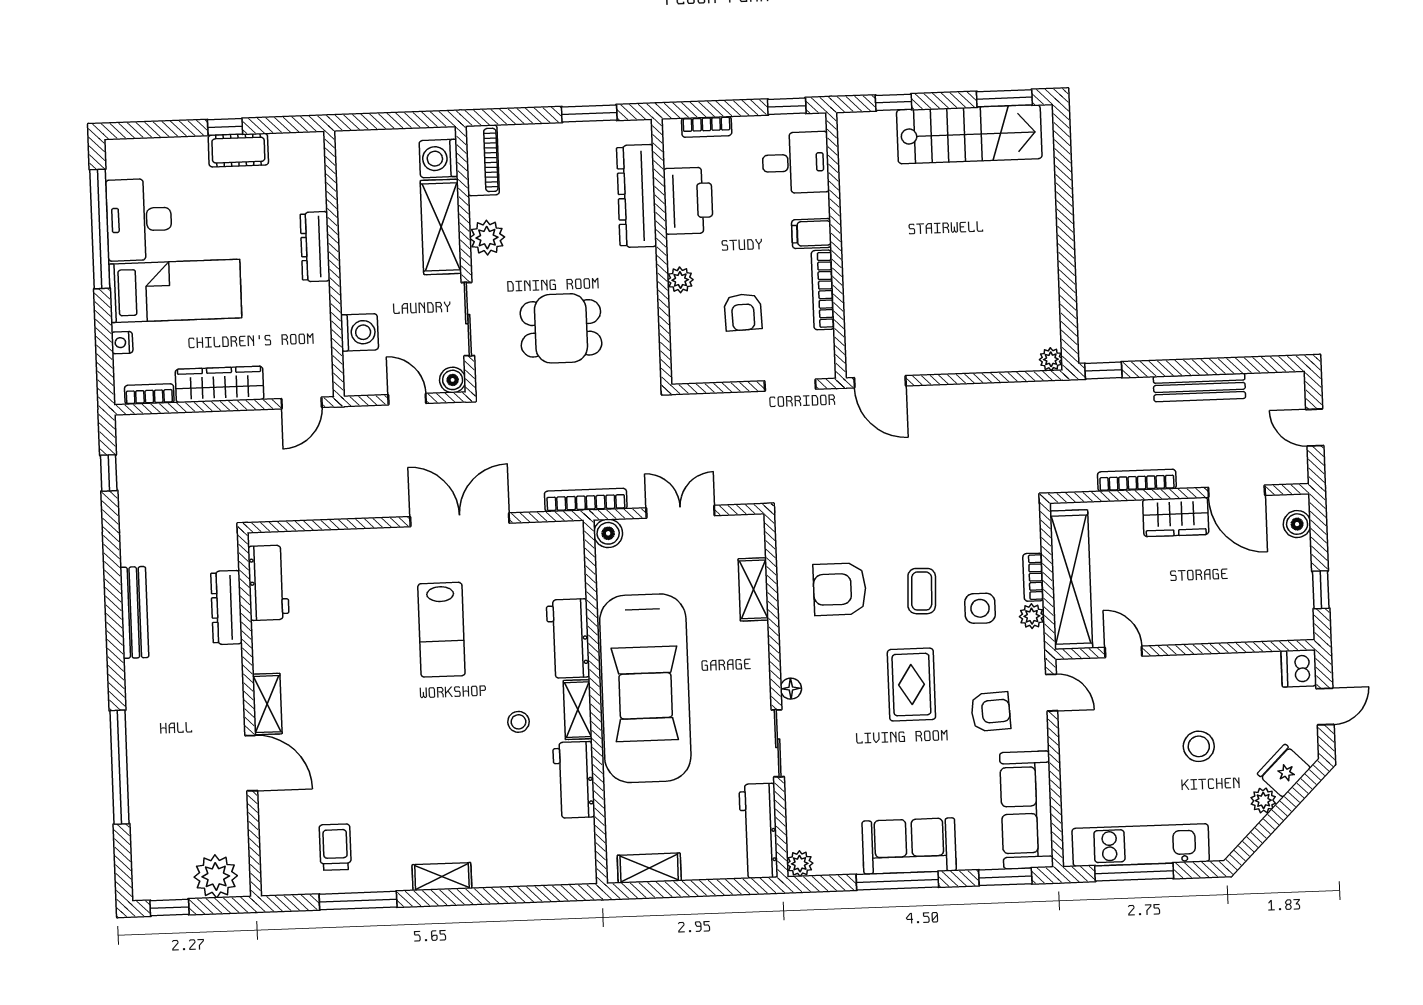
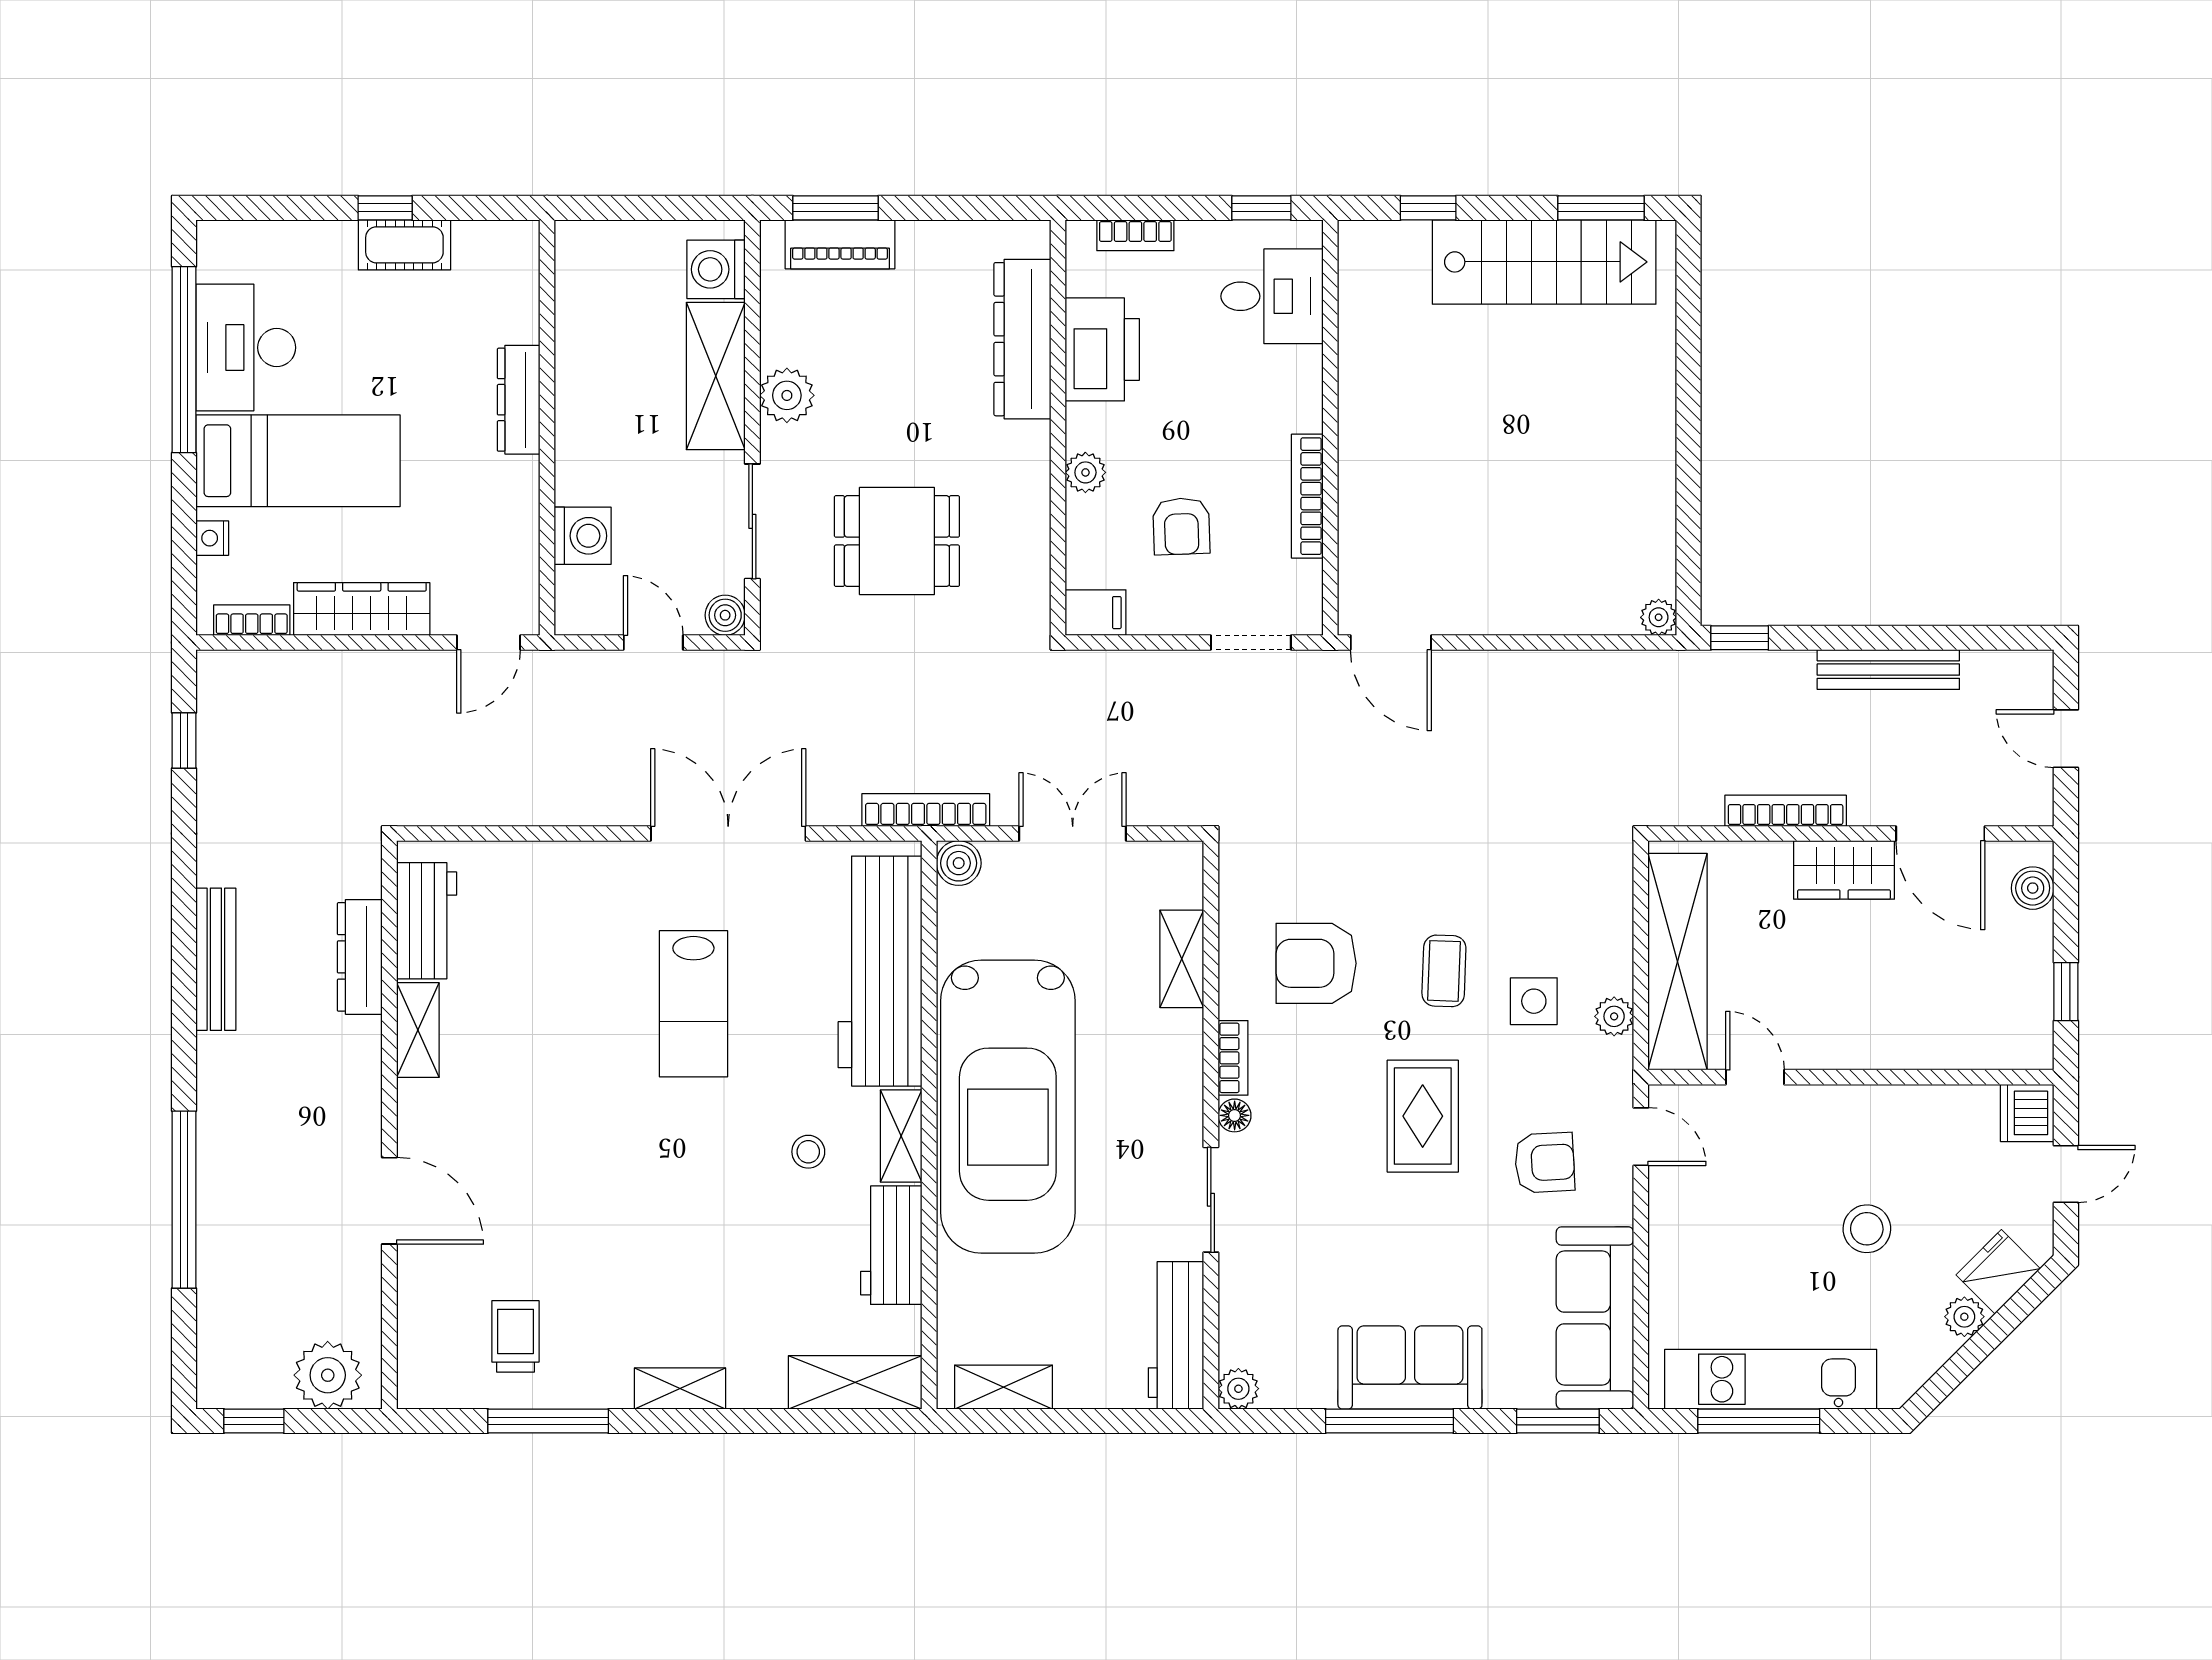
window: (589, 113) -> (835, 208), moved
piano: (482, 160) -> (840, 244), moved, turned 90
filing cabinet: (812, 234) -> (1096, 613), moved, turned 180
bookcase: (1033, 577) -> (1233, 1058), moved, turned 180
workbench: (568, 639) -> (880, 971), width x1.88, depth x1.32
shelving: (267, 704) -> (418, 1030), moved
shelving: (554, 869) -> (855, 1382), added

